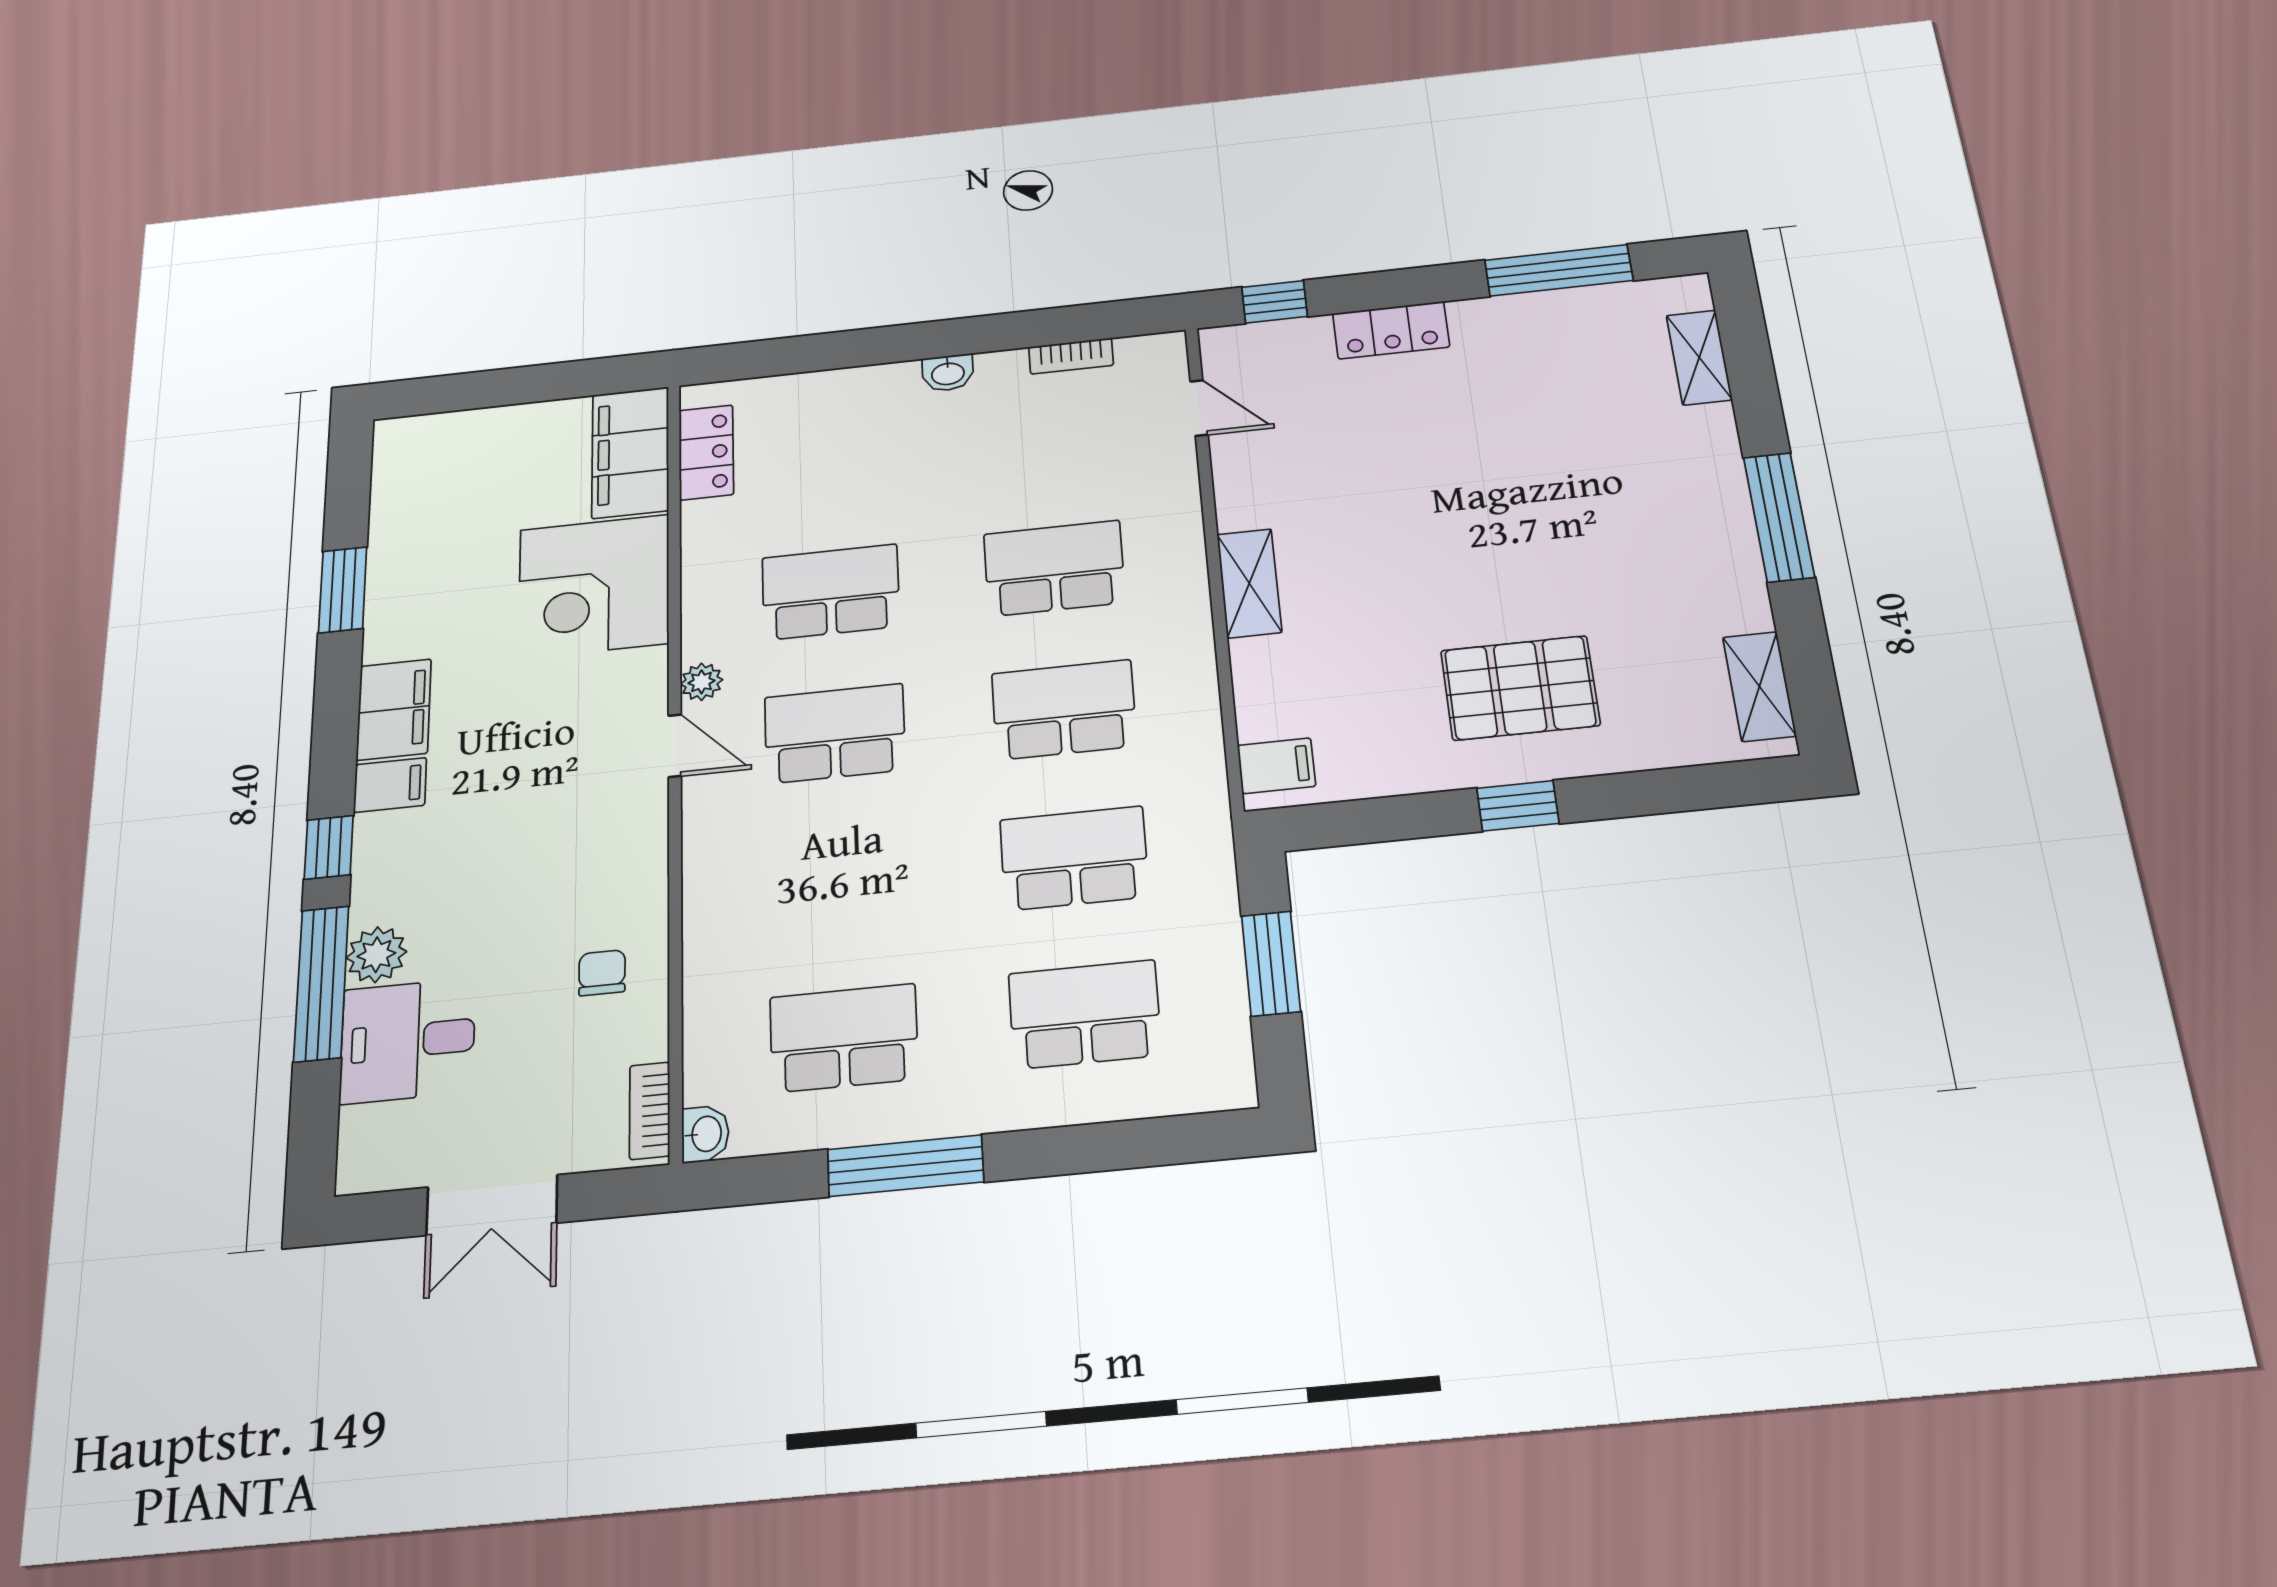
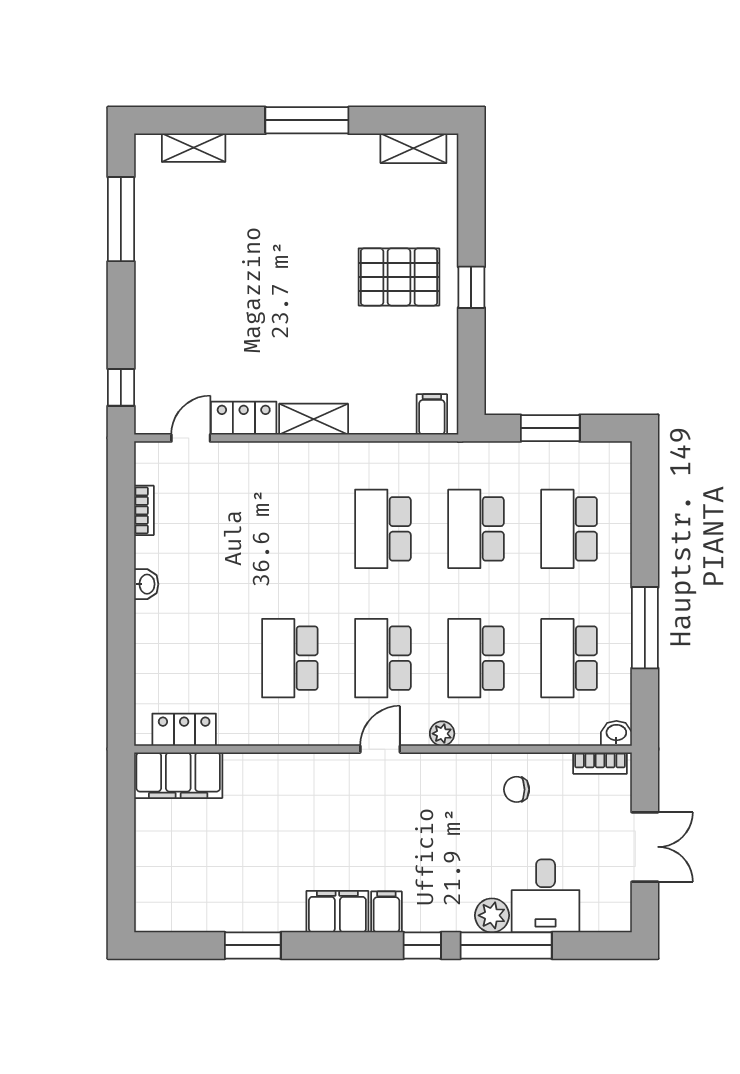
locker: (1391, 330) -> (244, 418), moved, turned -90
school desk: (1054, 568) -> (476, 658), moved
corner desk: (594, 586) -> (269, 796), removed
plant: (701, 682) -> (442, 734), moved
pallet: (1520, 688) -> (399, 277), turned 90

